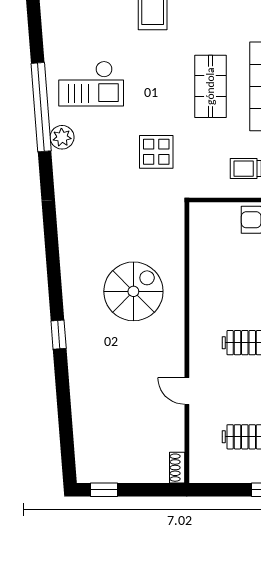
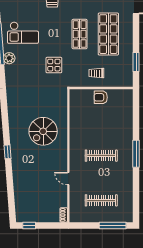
spiral stairs: (133, 291) -> (43, 131), turned 180

